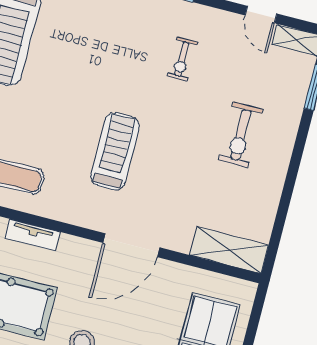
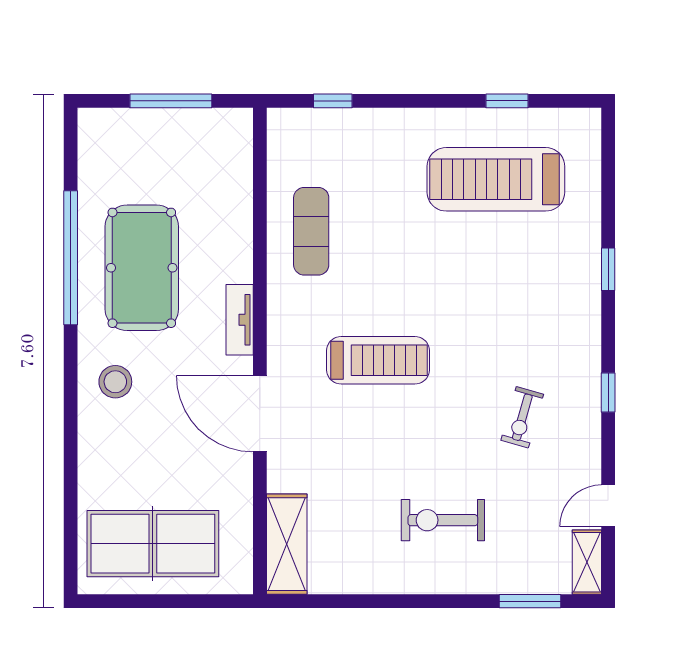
exercise bike: (182, 59) -> (522, 417), turned -74
tv unit: (32, 235) -> (240, 320), moved

